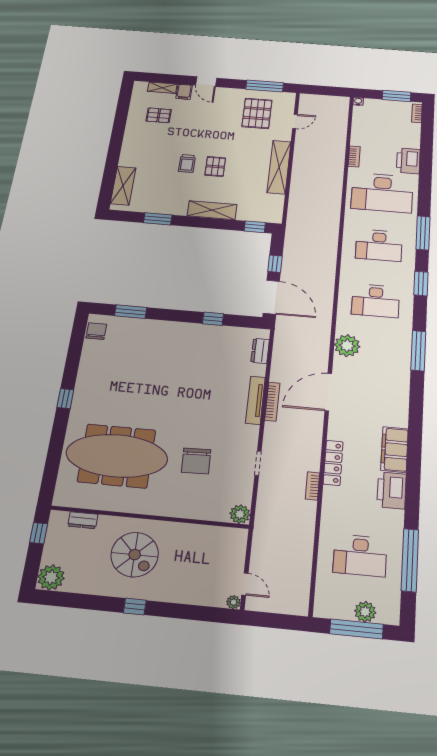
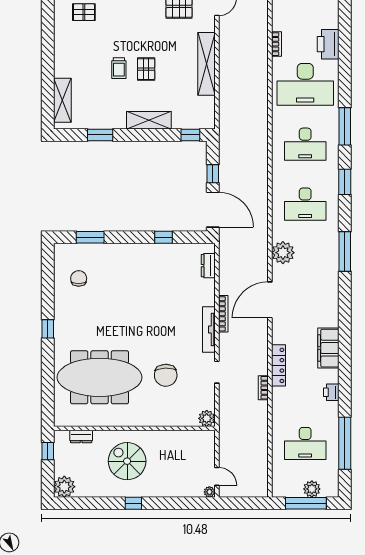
chair: (96, 331) -> (79, 278), moved
tv unit: (255, 400) -> (209, 330), moved
printer: (392, 490) -> (331, 392), width x0.53, depth x0.68
spiral stairs: (135, 555) -> (127, 461), turned 180

